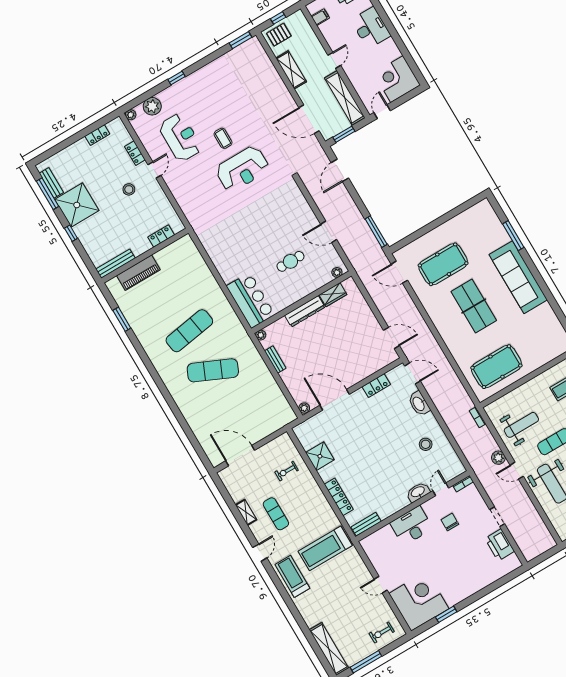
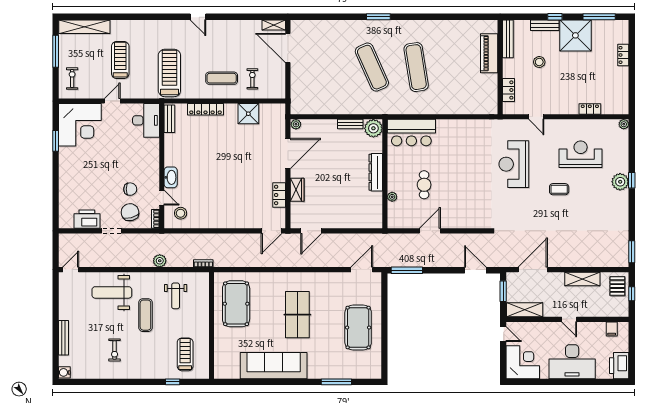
desk: (371, 28) -> (572, 362), width x1.36, depth x1.30
shelving: (345, 98) -> (525, 310), width x0.68
plant: (152, 106) -> (620, 182), moved
locker: (97, 135) -> (623, 55), moved
reception desk: (180, 138) -> (581, 154), turned 180
reception desk: (242, 169) -> (514, 164), moved
door: (154, 170) -> (536, 117), moved
bench: (51, 183) -> (545, 25), moved
stool: (129, 189) -> (539, 62), moved
pool table: (443, 264) -> (358, 328), moved
plant: (337, 272) -> (392, 197), moved
sofa: (518, 277) -> (274, 366), moved
wardrobe: (333, 295) -> (297, 190), moved, turned 180
table tennis table: (474, 306) -> (297, 315), turned 90
window: (122, 319) -> (378, 17), moved
plant: (261, 335) -> (373, 128), width x1.88, depth x1.88
exercise mat: (213, 370) -> (372, 67), turned -48
washbasin: (419, 404) -> (243, 221), removed
weight bench: (521, 425) -> (176, 296), width x0.73, depth x0.75
stool: (426, 444) -> (181, 213), moved
door: (240, 456) -> (288, 48), swing flipped
door: (517, 471) -> (71, 270), moved
chair: (471, 510) -> (130, 212), added
shelving: (246, 512) -> (274, 25), moved
exercise mat: (276, 514) -> (222, 78), moved
desk: (411, 526) -> (146, 120), moved
treadmill: (292, 576) -> (120, 60), moved, turned -90

